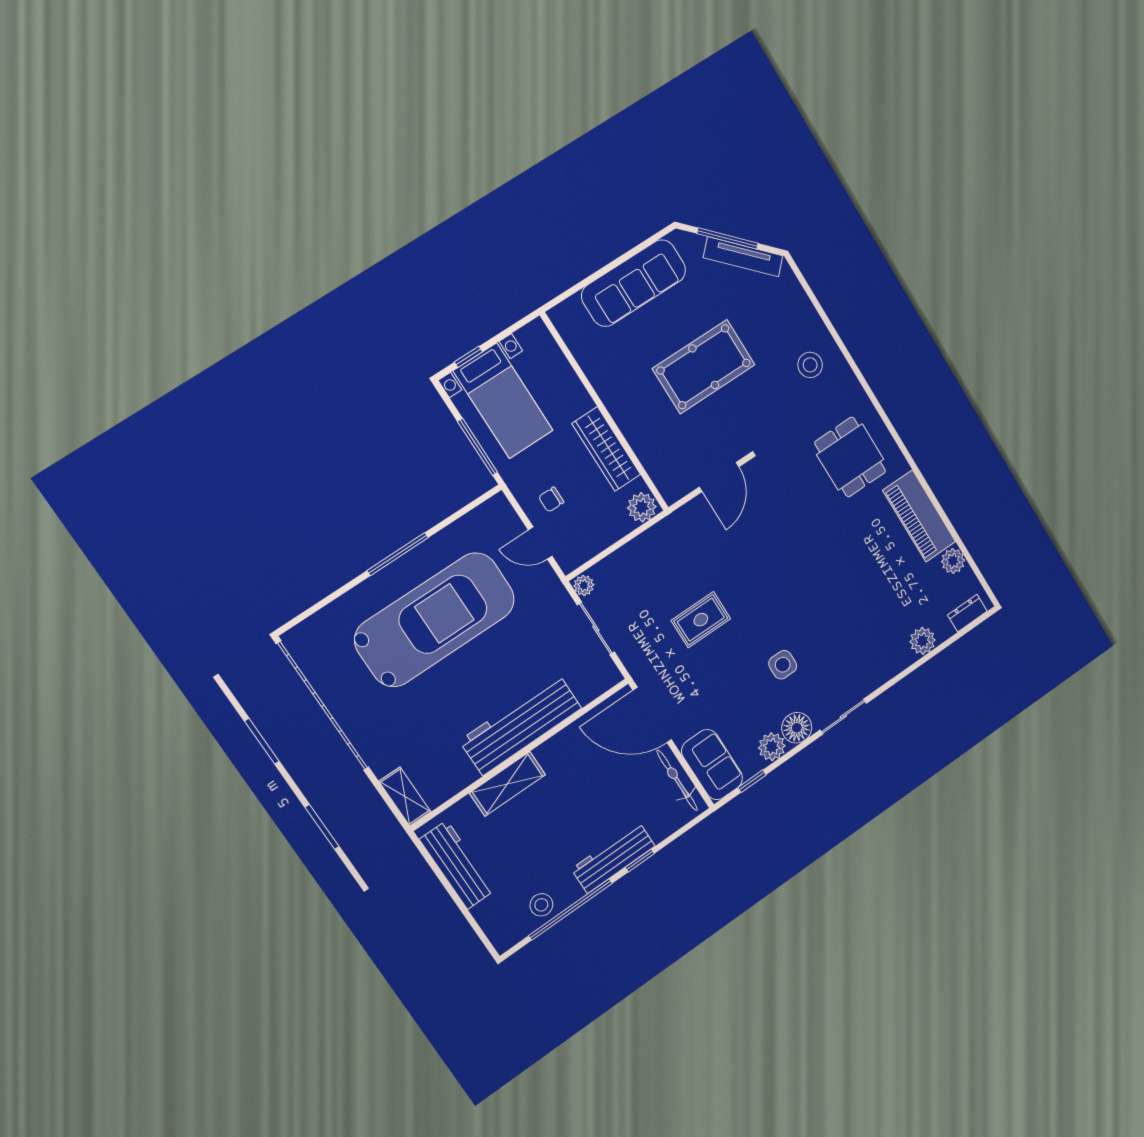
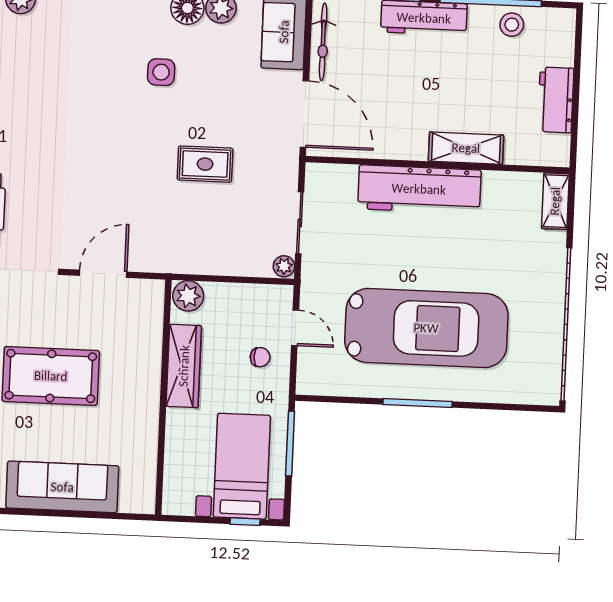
car: (435, 620) -> (426, 328), turned 180
workbench: (457, 865) -> (556, 100), width x0.73

